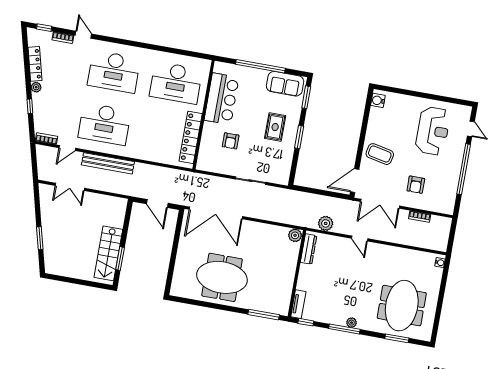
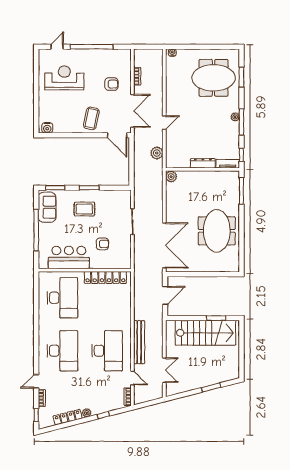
dresser: (309, 249) -> (203, 163), moved
stairs: (108, 253) -> (205, 333), width x1.36, depth x1.51

